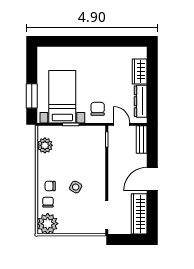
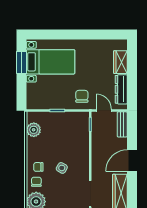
window: (32, 96) -> (22, 63), moved
bed with nightstands: (62, 97) -> (51, 62), moved, turned 90

